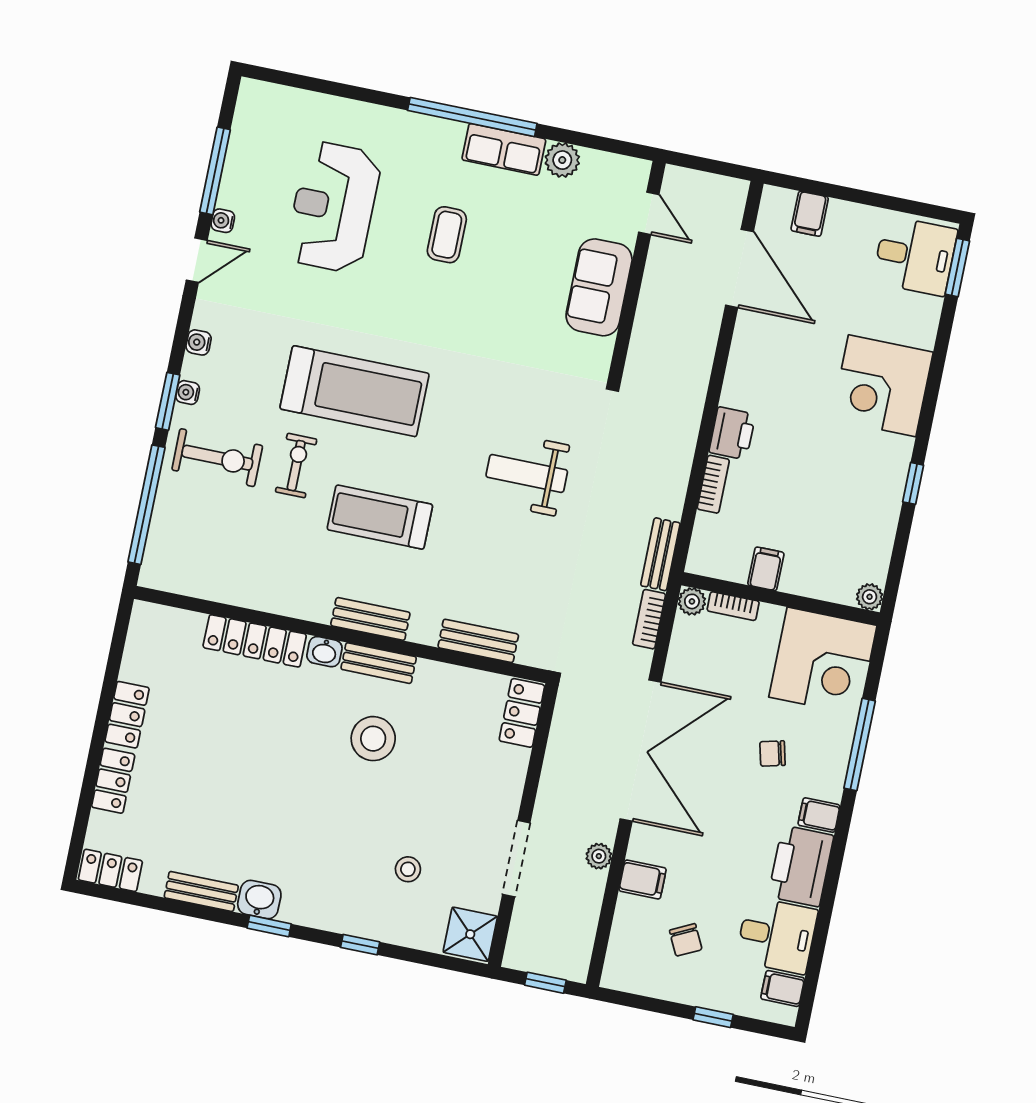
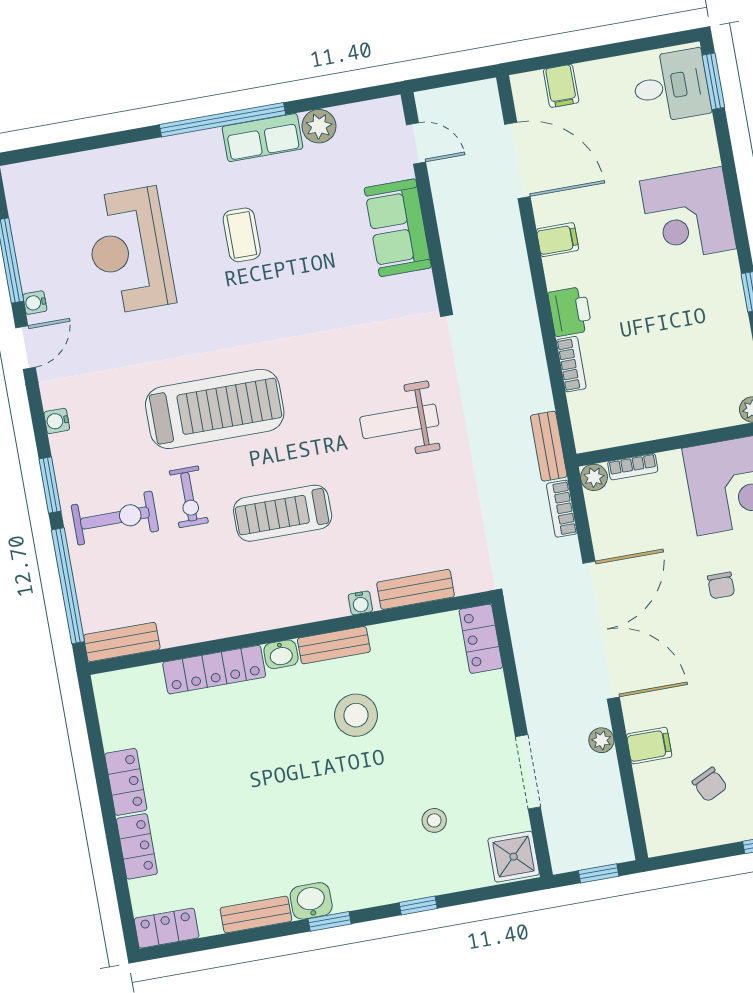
water cooler: (188, 393) -> (360, 603), moved, turned -90
exercise bike: (296, 466) -> (189, 497), turned 180
filing cabinet: (766, 569) -> (558, 240), moved, turned 90
bench: (370, 619) -> (122, 642), moved
chair: (772, 753) -> (721, 585), turned -76

